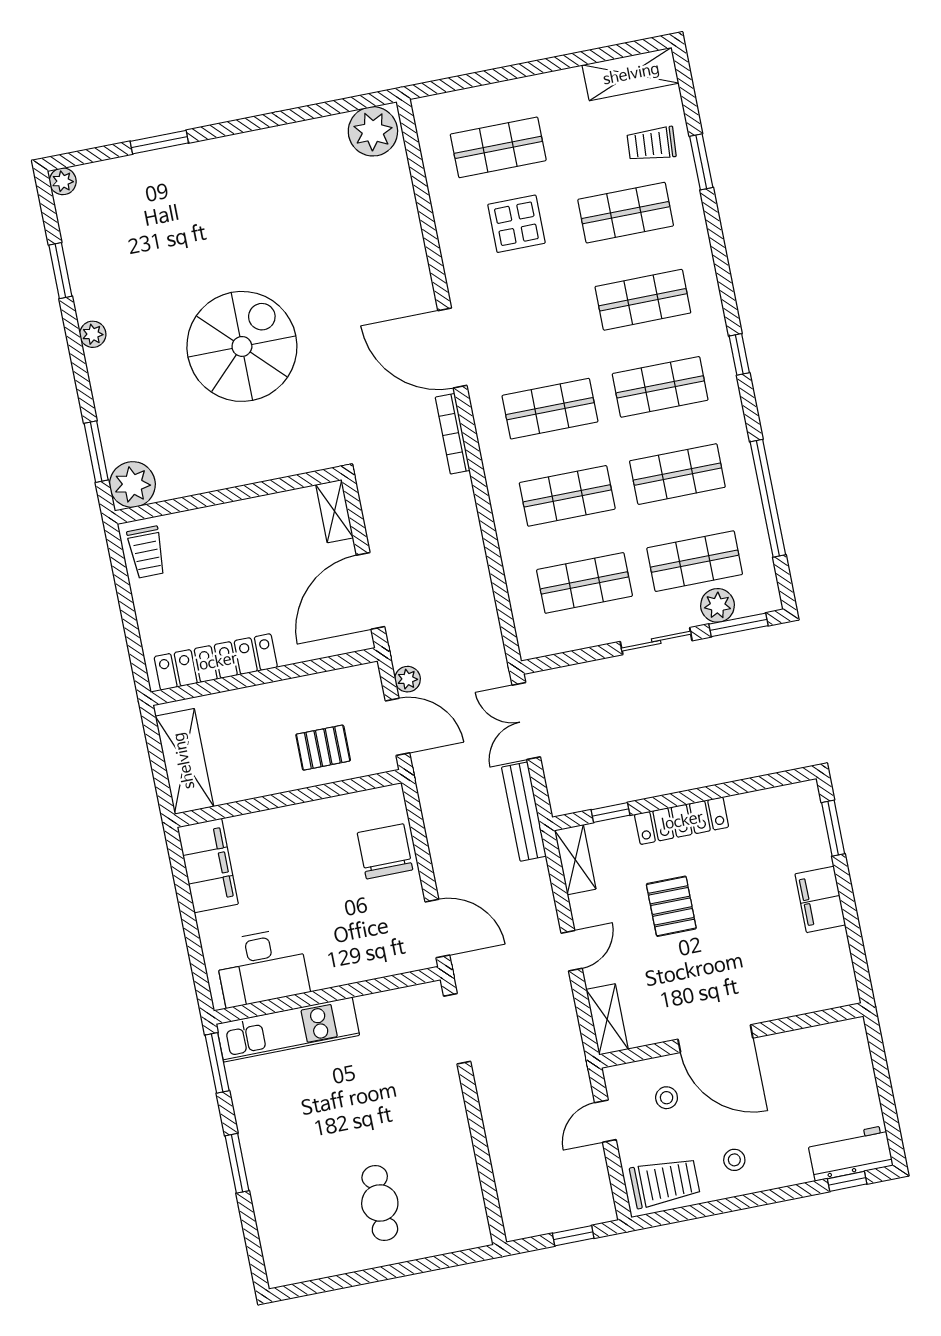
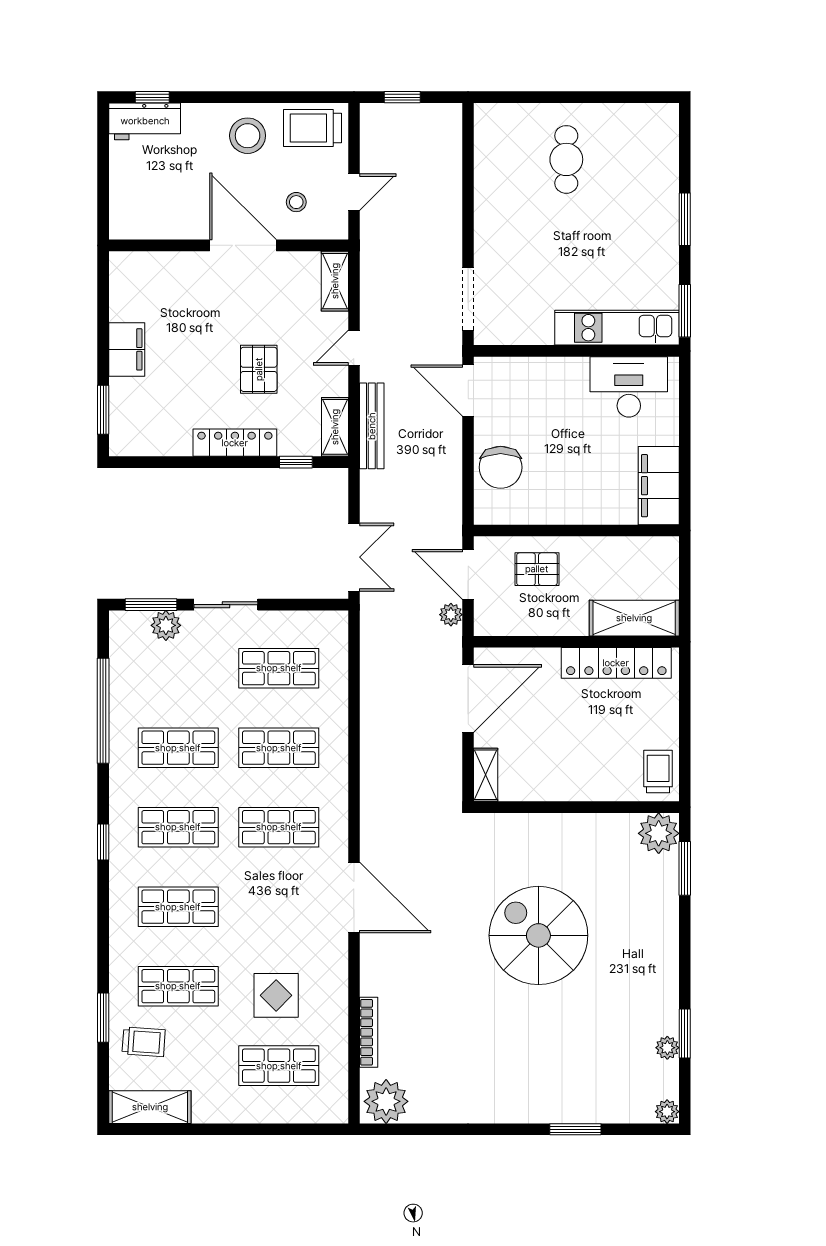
plant: (93, 334) -> (667, 1048), moved
spiral stairs: (242, 346) -> (538, 935), turned 90
bookcase: (453, 434) -> (369, 1032), moved
shop shelf: (695, 561) -> (178, 668), removed
shelving: (184, 761) -> (634, 618), moved, turned 90
bench: (524, 812) -> (372, 426), moved
stool: (734, 1160) -> (248, 136), width x1.89, depth x1.89

